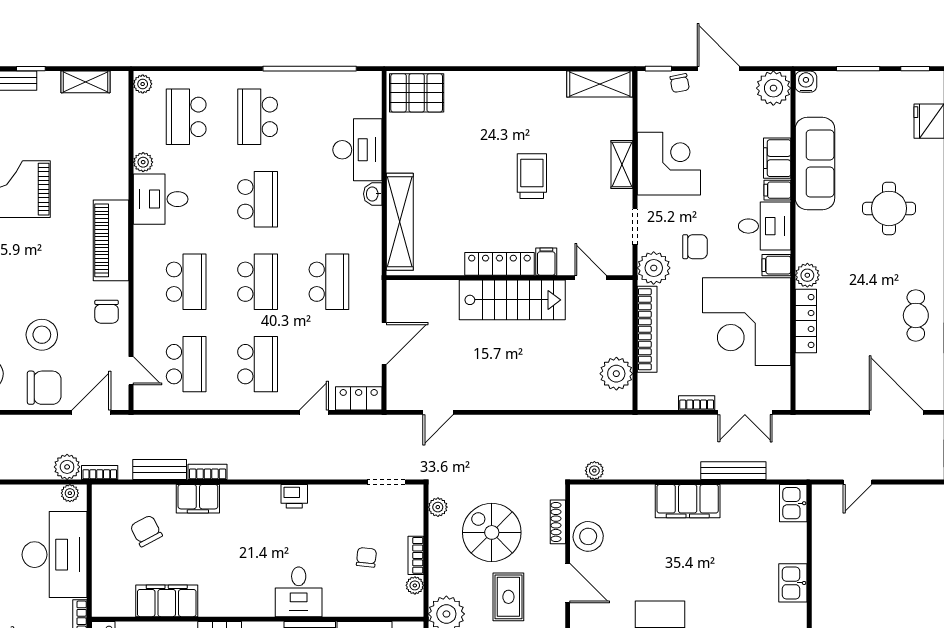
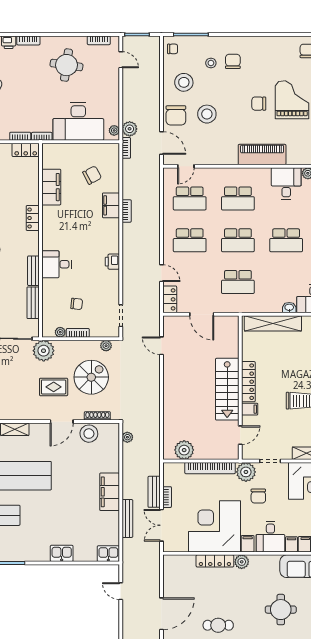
chair: (107, 312) -> (259, 104), moved
bench: (160, 470) -> (154, 492), moved

